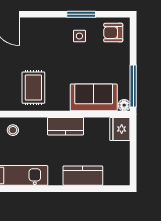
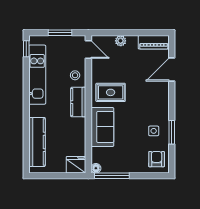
sofa: (94, 97) -> (102, 127), moved
kitchen counter: (65, 126) -> (78, 102), moved
kitchen counter: (83, 176) -> (37, 142), width x1.50

